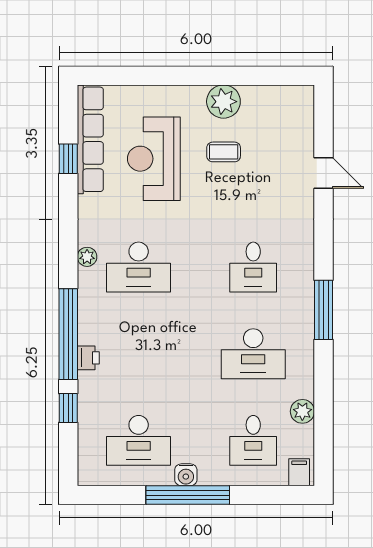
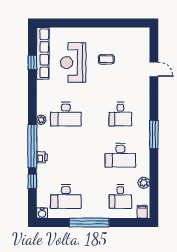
plant: (223, 102) -> (106, 35), removed
plant: (87, 257) -> (41, 120), moved
water cooler: (186, 475) -> (42, 213), moved

